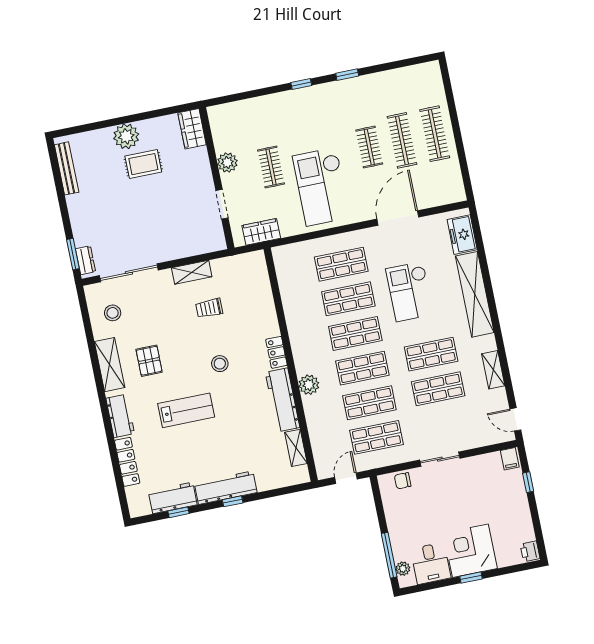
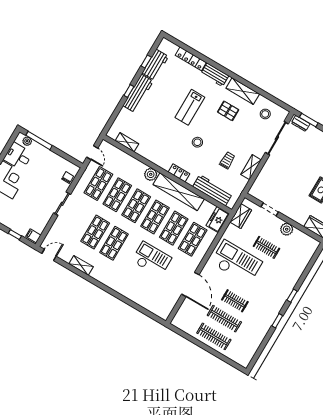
freezer: (462, 235) -> (218, 220), moved, turned -90
shelving: (475, 294) -> (179, 192), moved
workbench: (283, 400) -> (213, 190), moved

